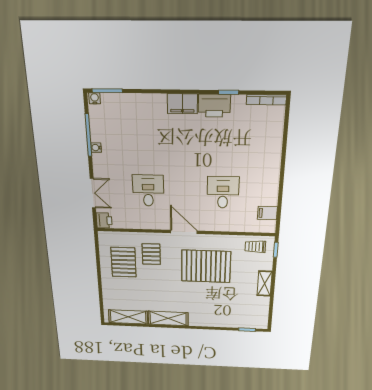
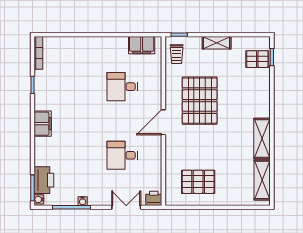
printer: (214, 106) -> (44, 180), moved
filing cabinet: (267, 213) -> (142, 45), width x2.00
pallet: (151, 254) -> (257, 59), moved

